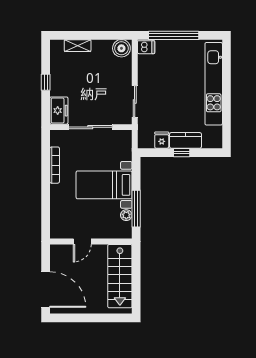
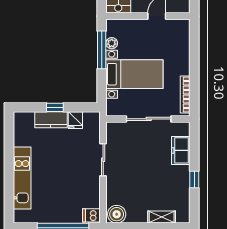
kitchen unit: (214, 84) -> (22, 178), width x0.73
sliding door: (90, 127) -> (149, 119), moved
wall: (91, 127) -> (148, 119), moved

